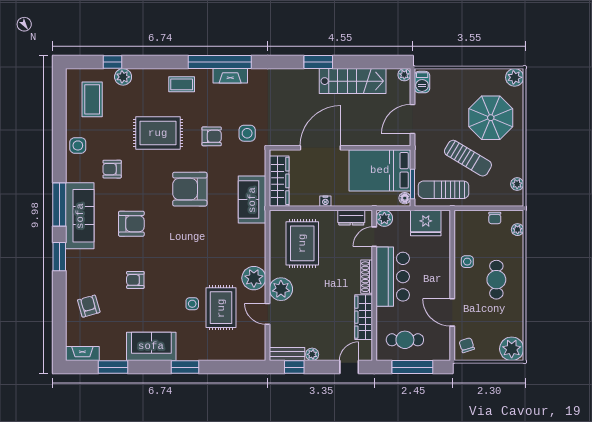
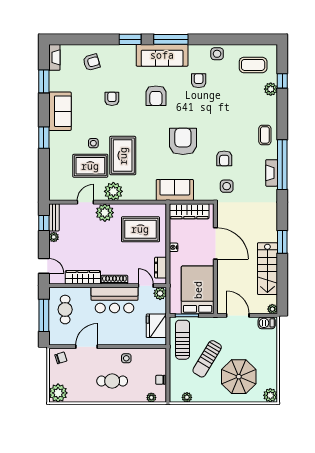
rug: (158, 133) -> (123, 156), moved
floor lamp: (405, 198) -> (176, 309), removed

